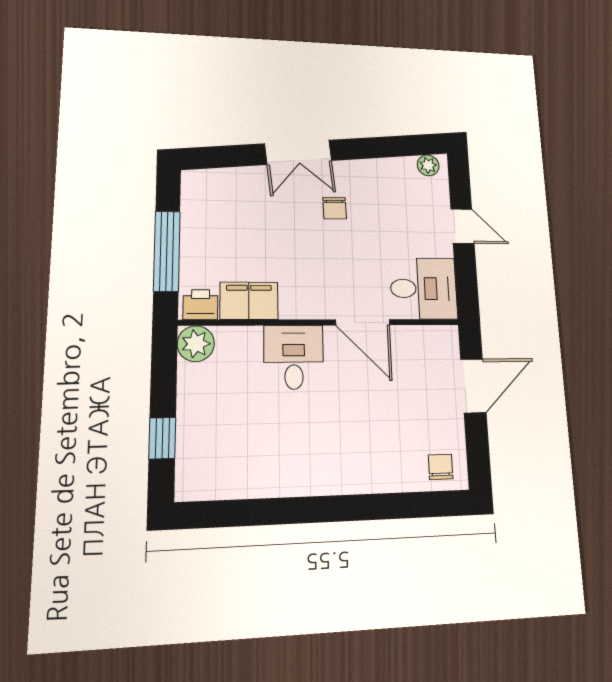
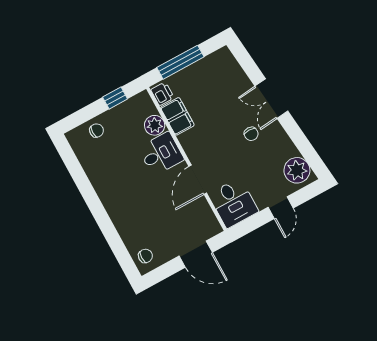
plant: (428, 165) -> (297, 170), width x1.88, depth x1.88
chair: (335, 208) -> (251, 134), turned -88
plant: (196, 344) -> (155, 125), moved
window: (162, 438) -> (115, 98), moved
chair: (200, 443) -> (96, 130), added

